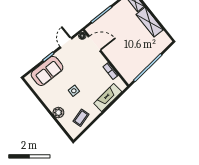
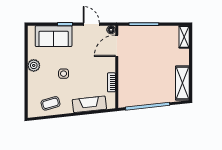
shelving: (150, 22) -> (182, 83), moved
door: (66, 43) -> (91, 24), hinge flipped
door: (95, 44) -> (117, 46), swing flipped
plant: (58, 113) -> (34, 65), moved

